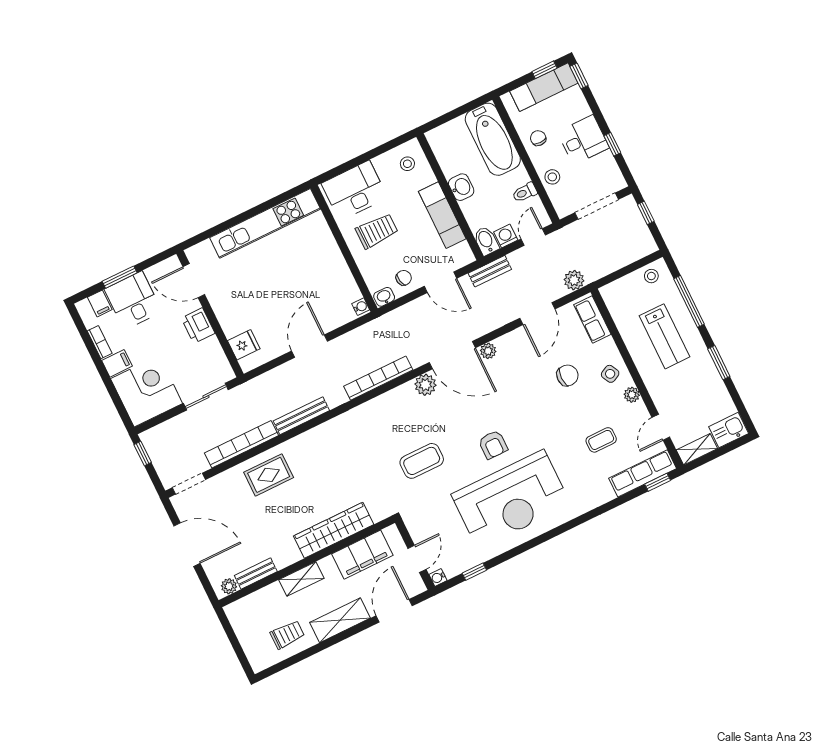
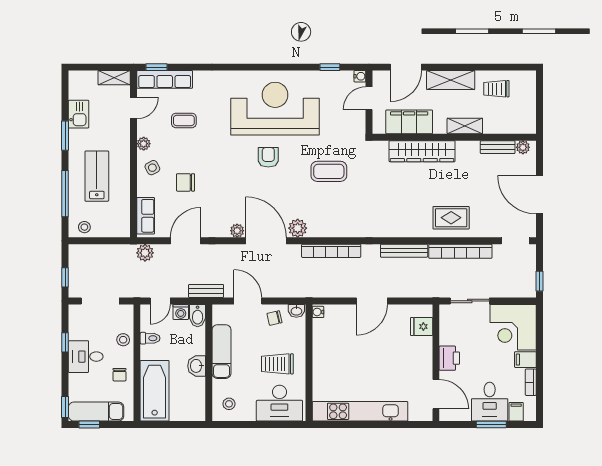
kitchen sink: (729, 430) -> (79, 114), moved, turned -90

